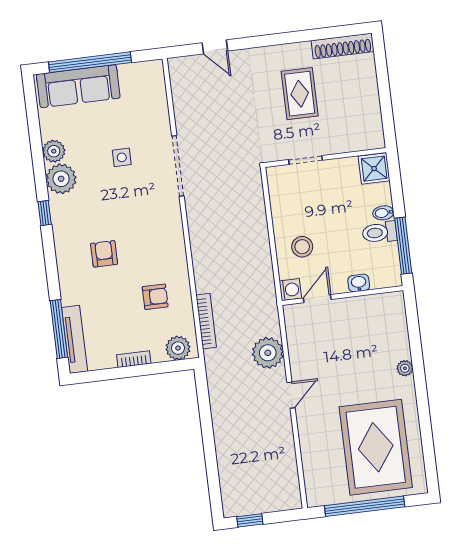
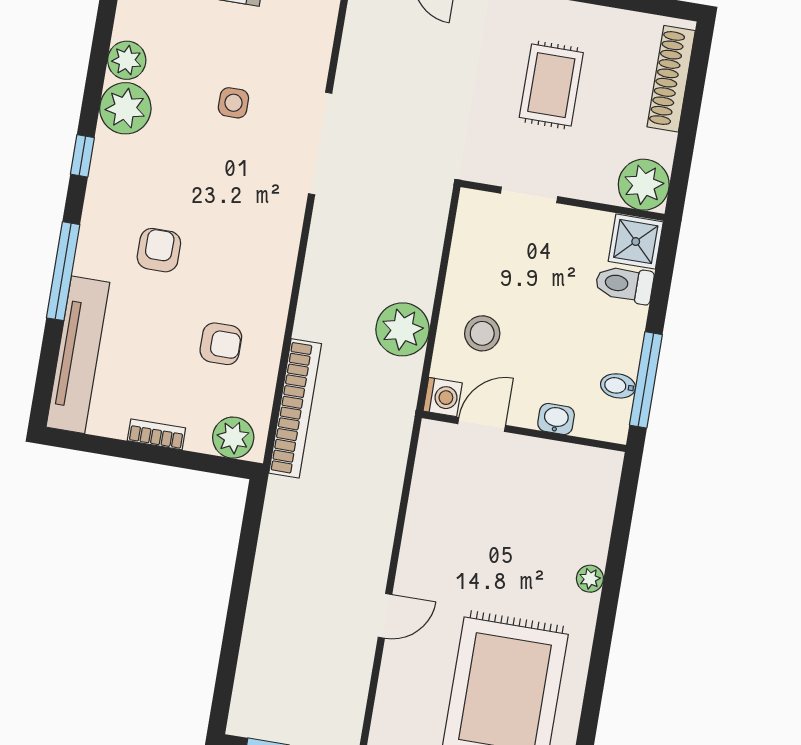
shoe rack: (343, 46) -> (671, 79), moved, turned 90
plant: (369, 135) -> (644, 185), added
bidet: (383, 213) -> (618, 386), moved
toilet: (379, 232) -> (624, 284), moved
bookcase: (206, 321) -> (295, 408), width x1.48, depth x1.31
window: (59, 329) -> (63, 271), moved
tv unit: (75, 339) -> (78, 355), width x1.36, depth x1.29
plant: (268, 353) -> (402, 329), moved
door: (291, 395) -> (385, 616), moved

